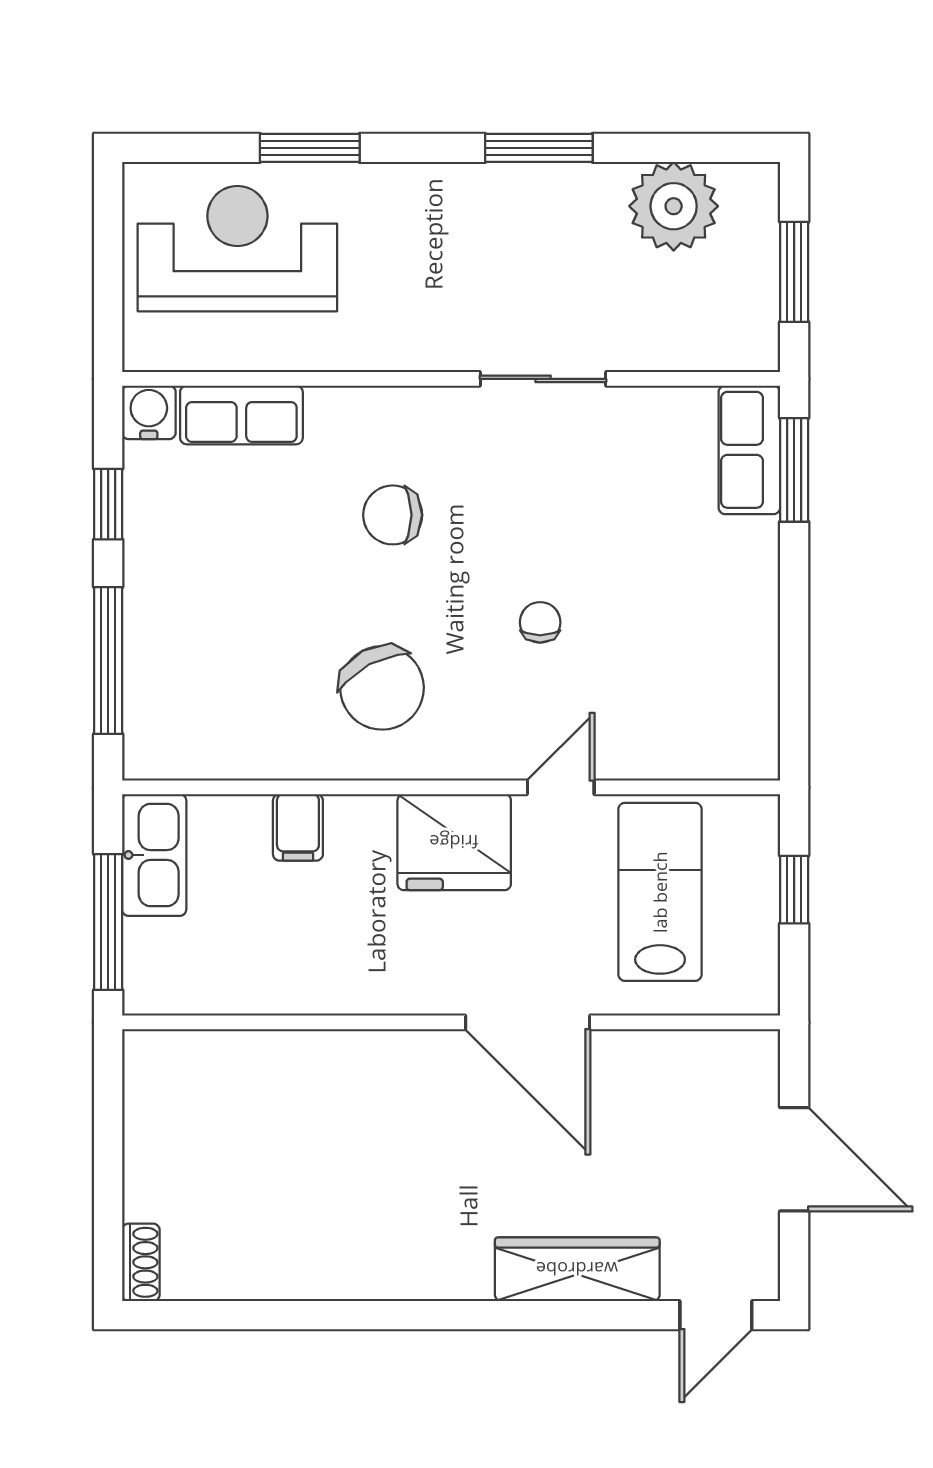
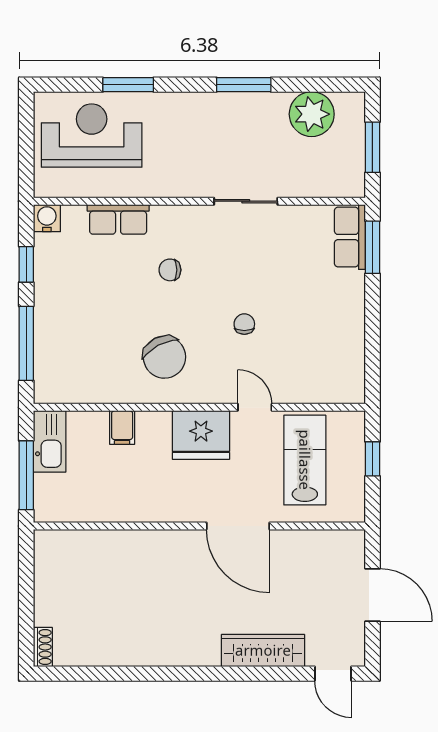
row of seats: (241, 415) -> (118, 219), moved
chair: (393, 515) -> (170, 270), width x0.73, depth x0.73
door: (561, 787) -> (255, 407), hinge flipped
door: (716, 1315) -> (333, 674), hinge flipped

